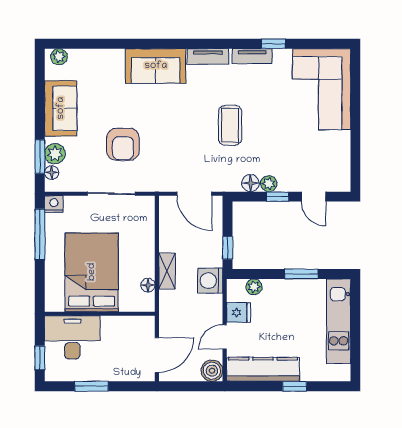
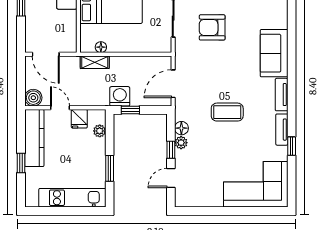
shelving: (167, 271) -> (95, 62), moved
washing machine: (210, 281) -> (120, 96), moved

